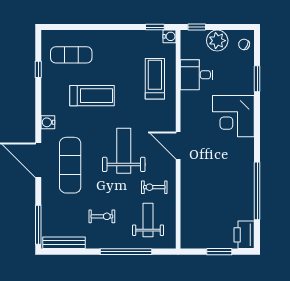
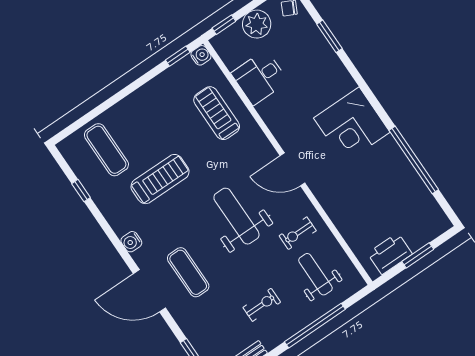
exercise mat: (71, 55) -> (106, 150), turned 90
corner desk: (233, 116) -> (352, 125), moved
exercise mat: (70, 165) -> (188, 272), width x0.73, depth x0.69
printer: (244, 235) -> (390, 254), moved, turned 90

